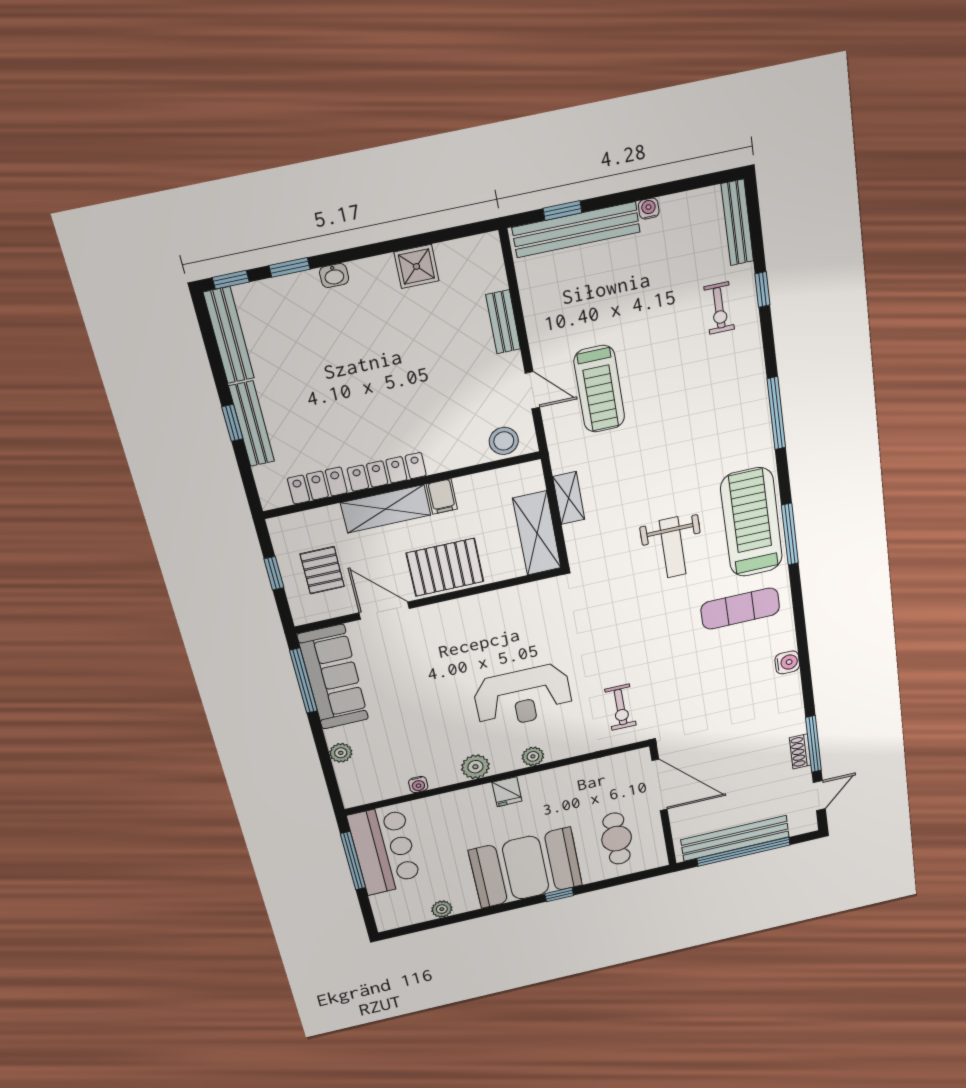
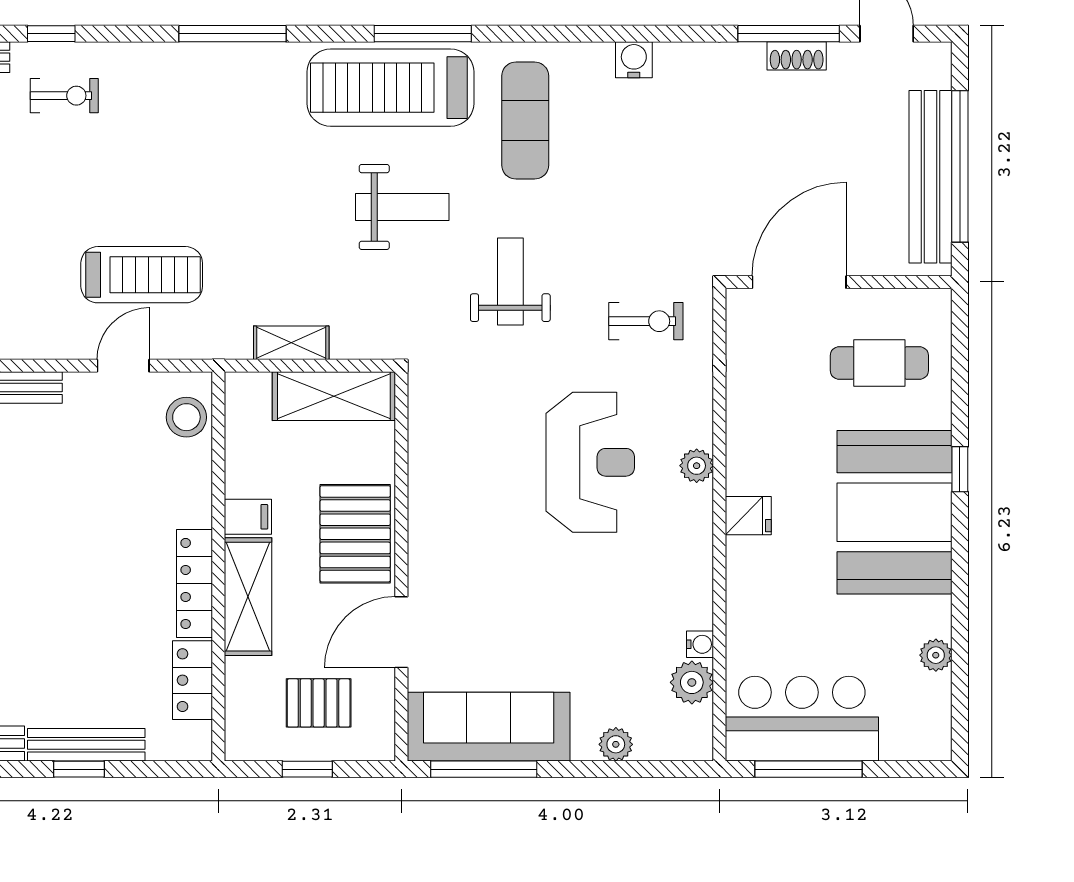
weight bench: (633, 623) -> (510, 282), added
plant: (475, 767) -> (692, 682), moved

